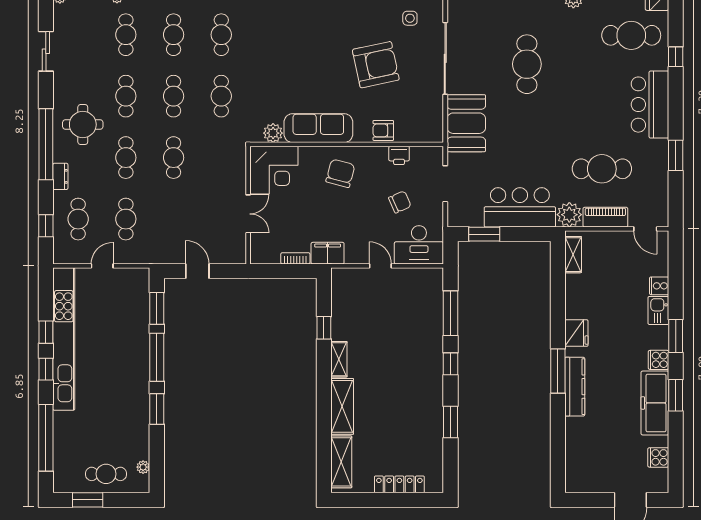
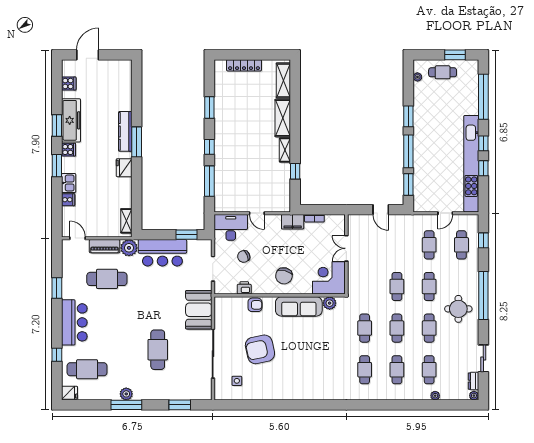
dresser: (60, 176) -> (474, 381), moved

